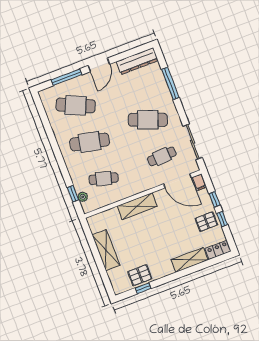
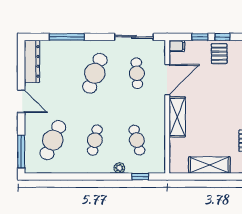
window: (66, 77) -> (21, 152), moved
cafe table: (90, 142) -> (95, 140), width x0.73, depth x0.74
cafe table: (104, 179) -> (137, 140), turned -30
door: (177, 181) -> (167, 80), moved
plant: (83, 197) -> (119, 168), moved

